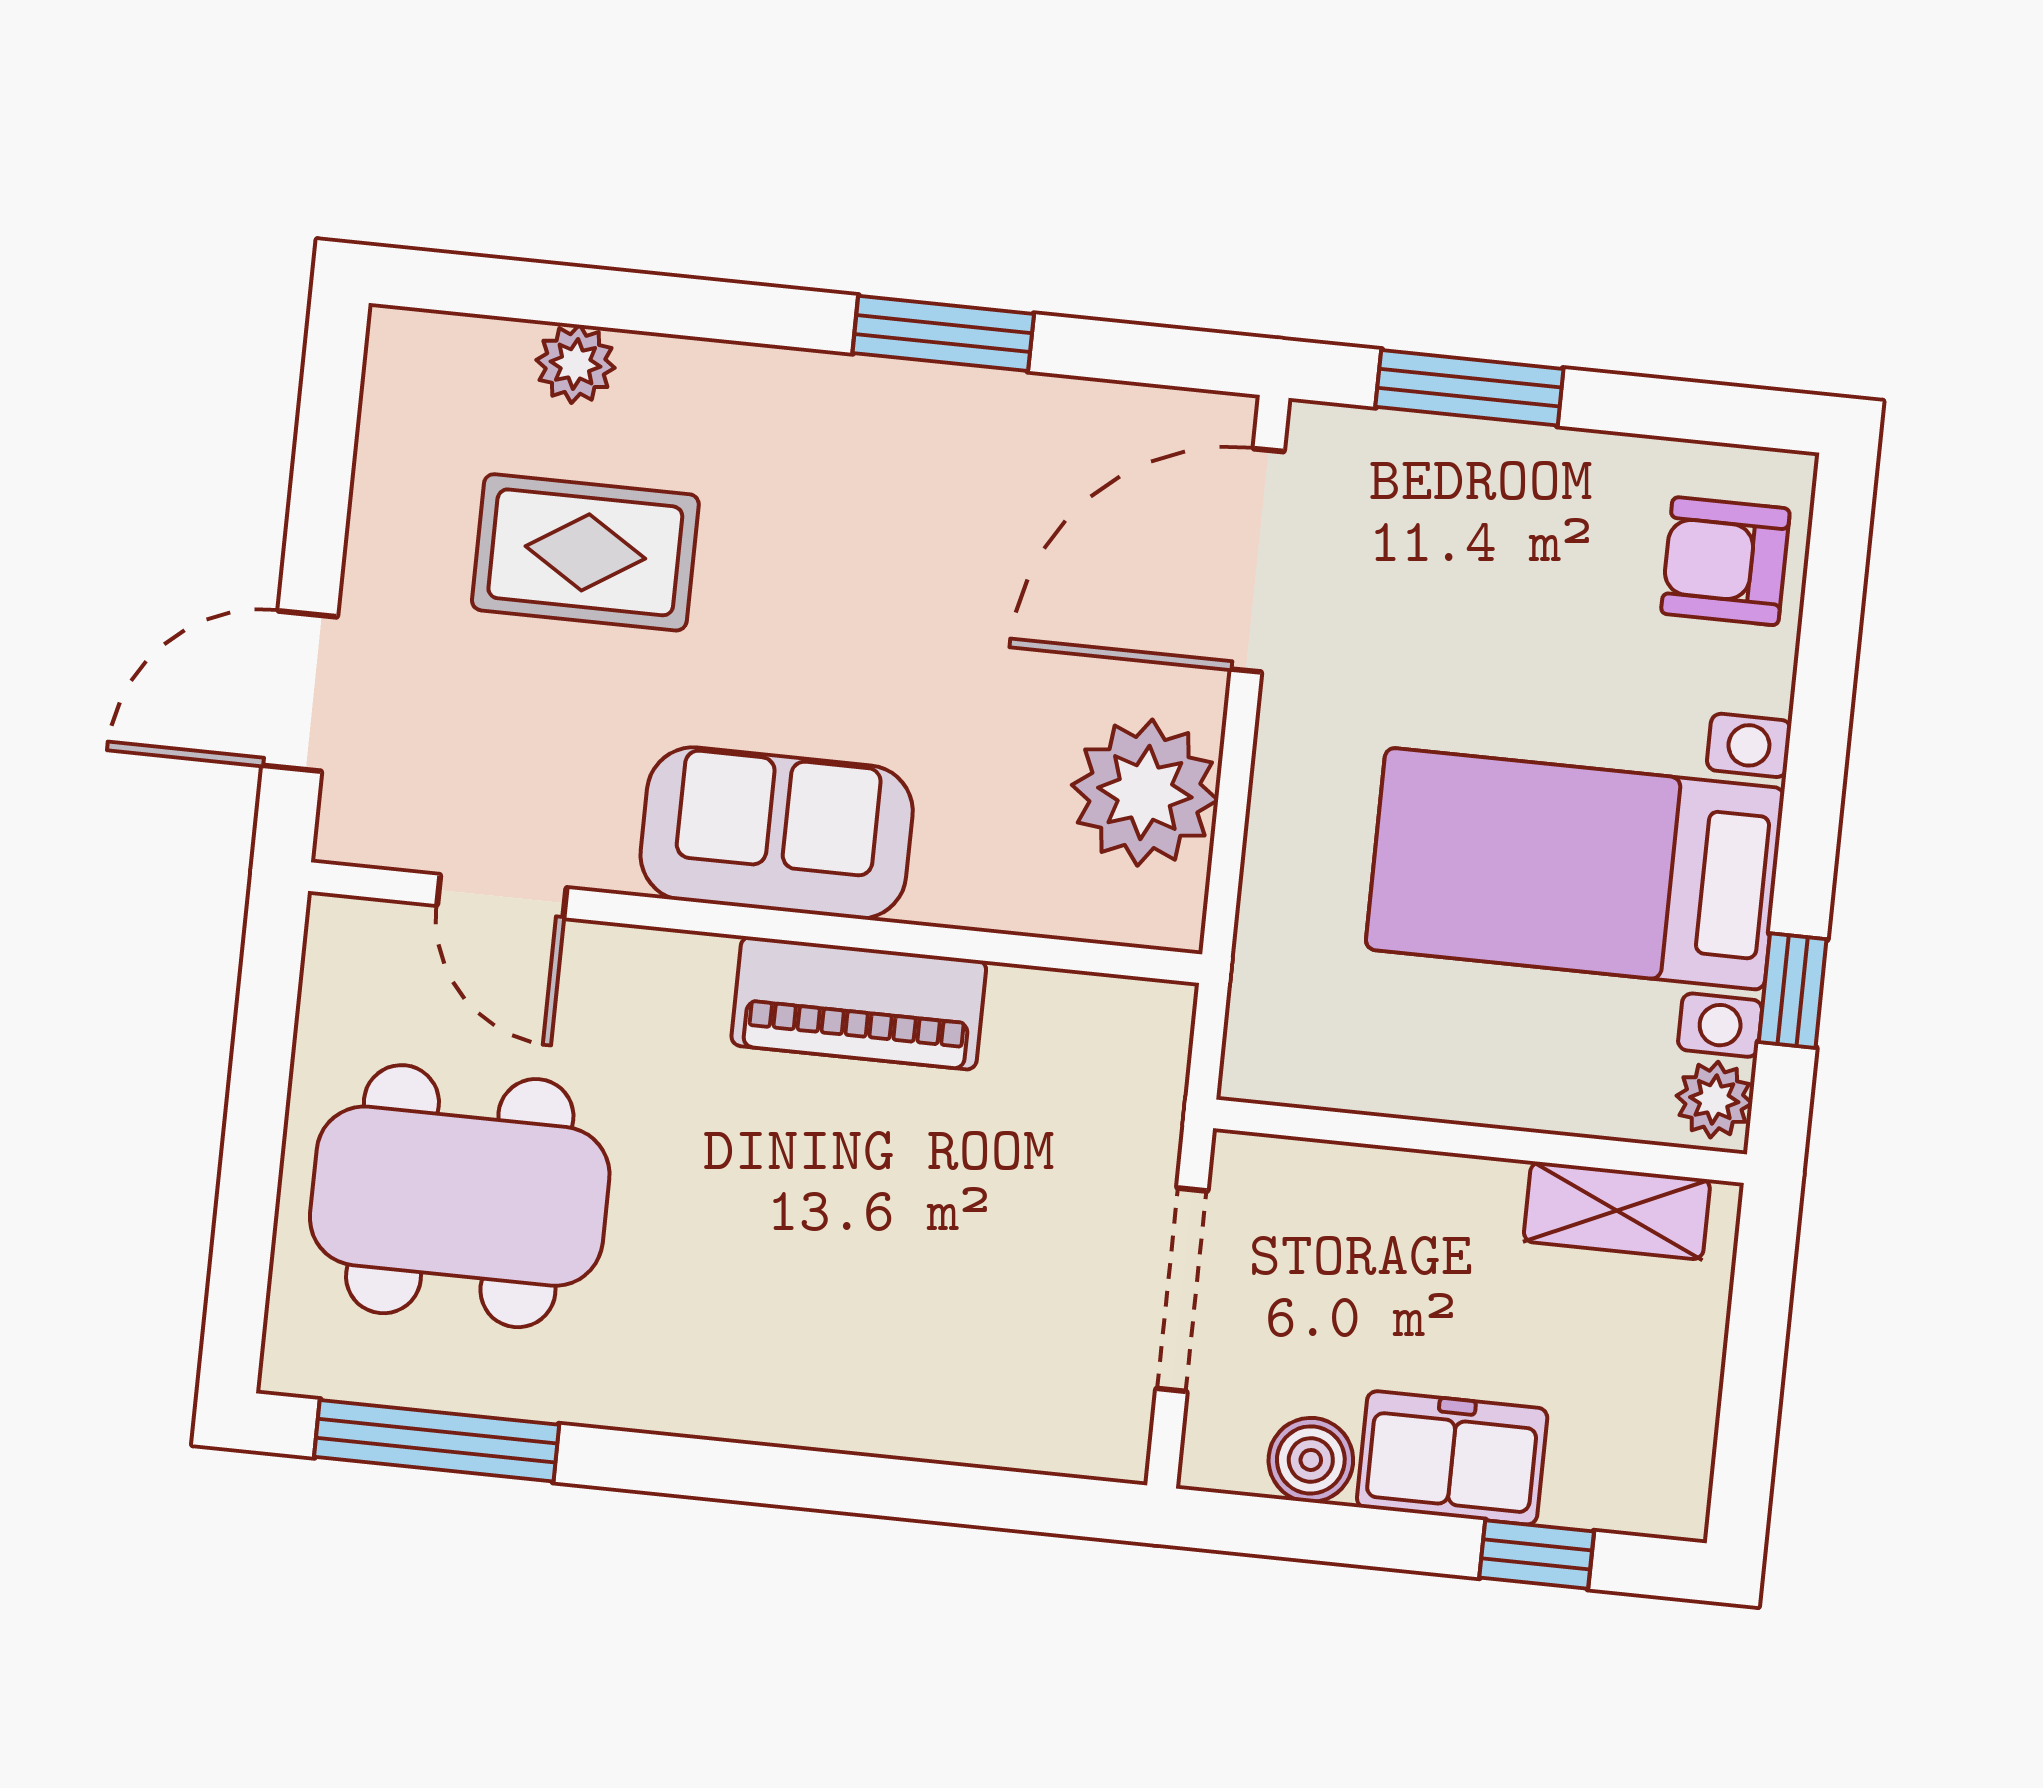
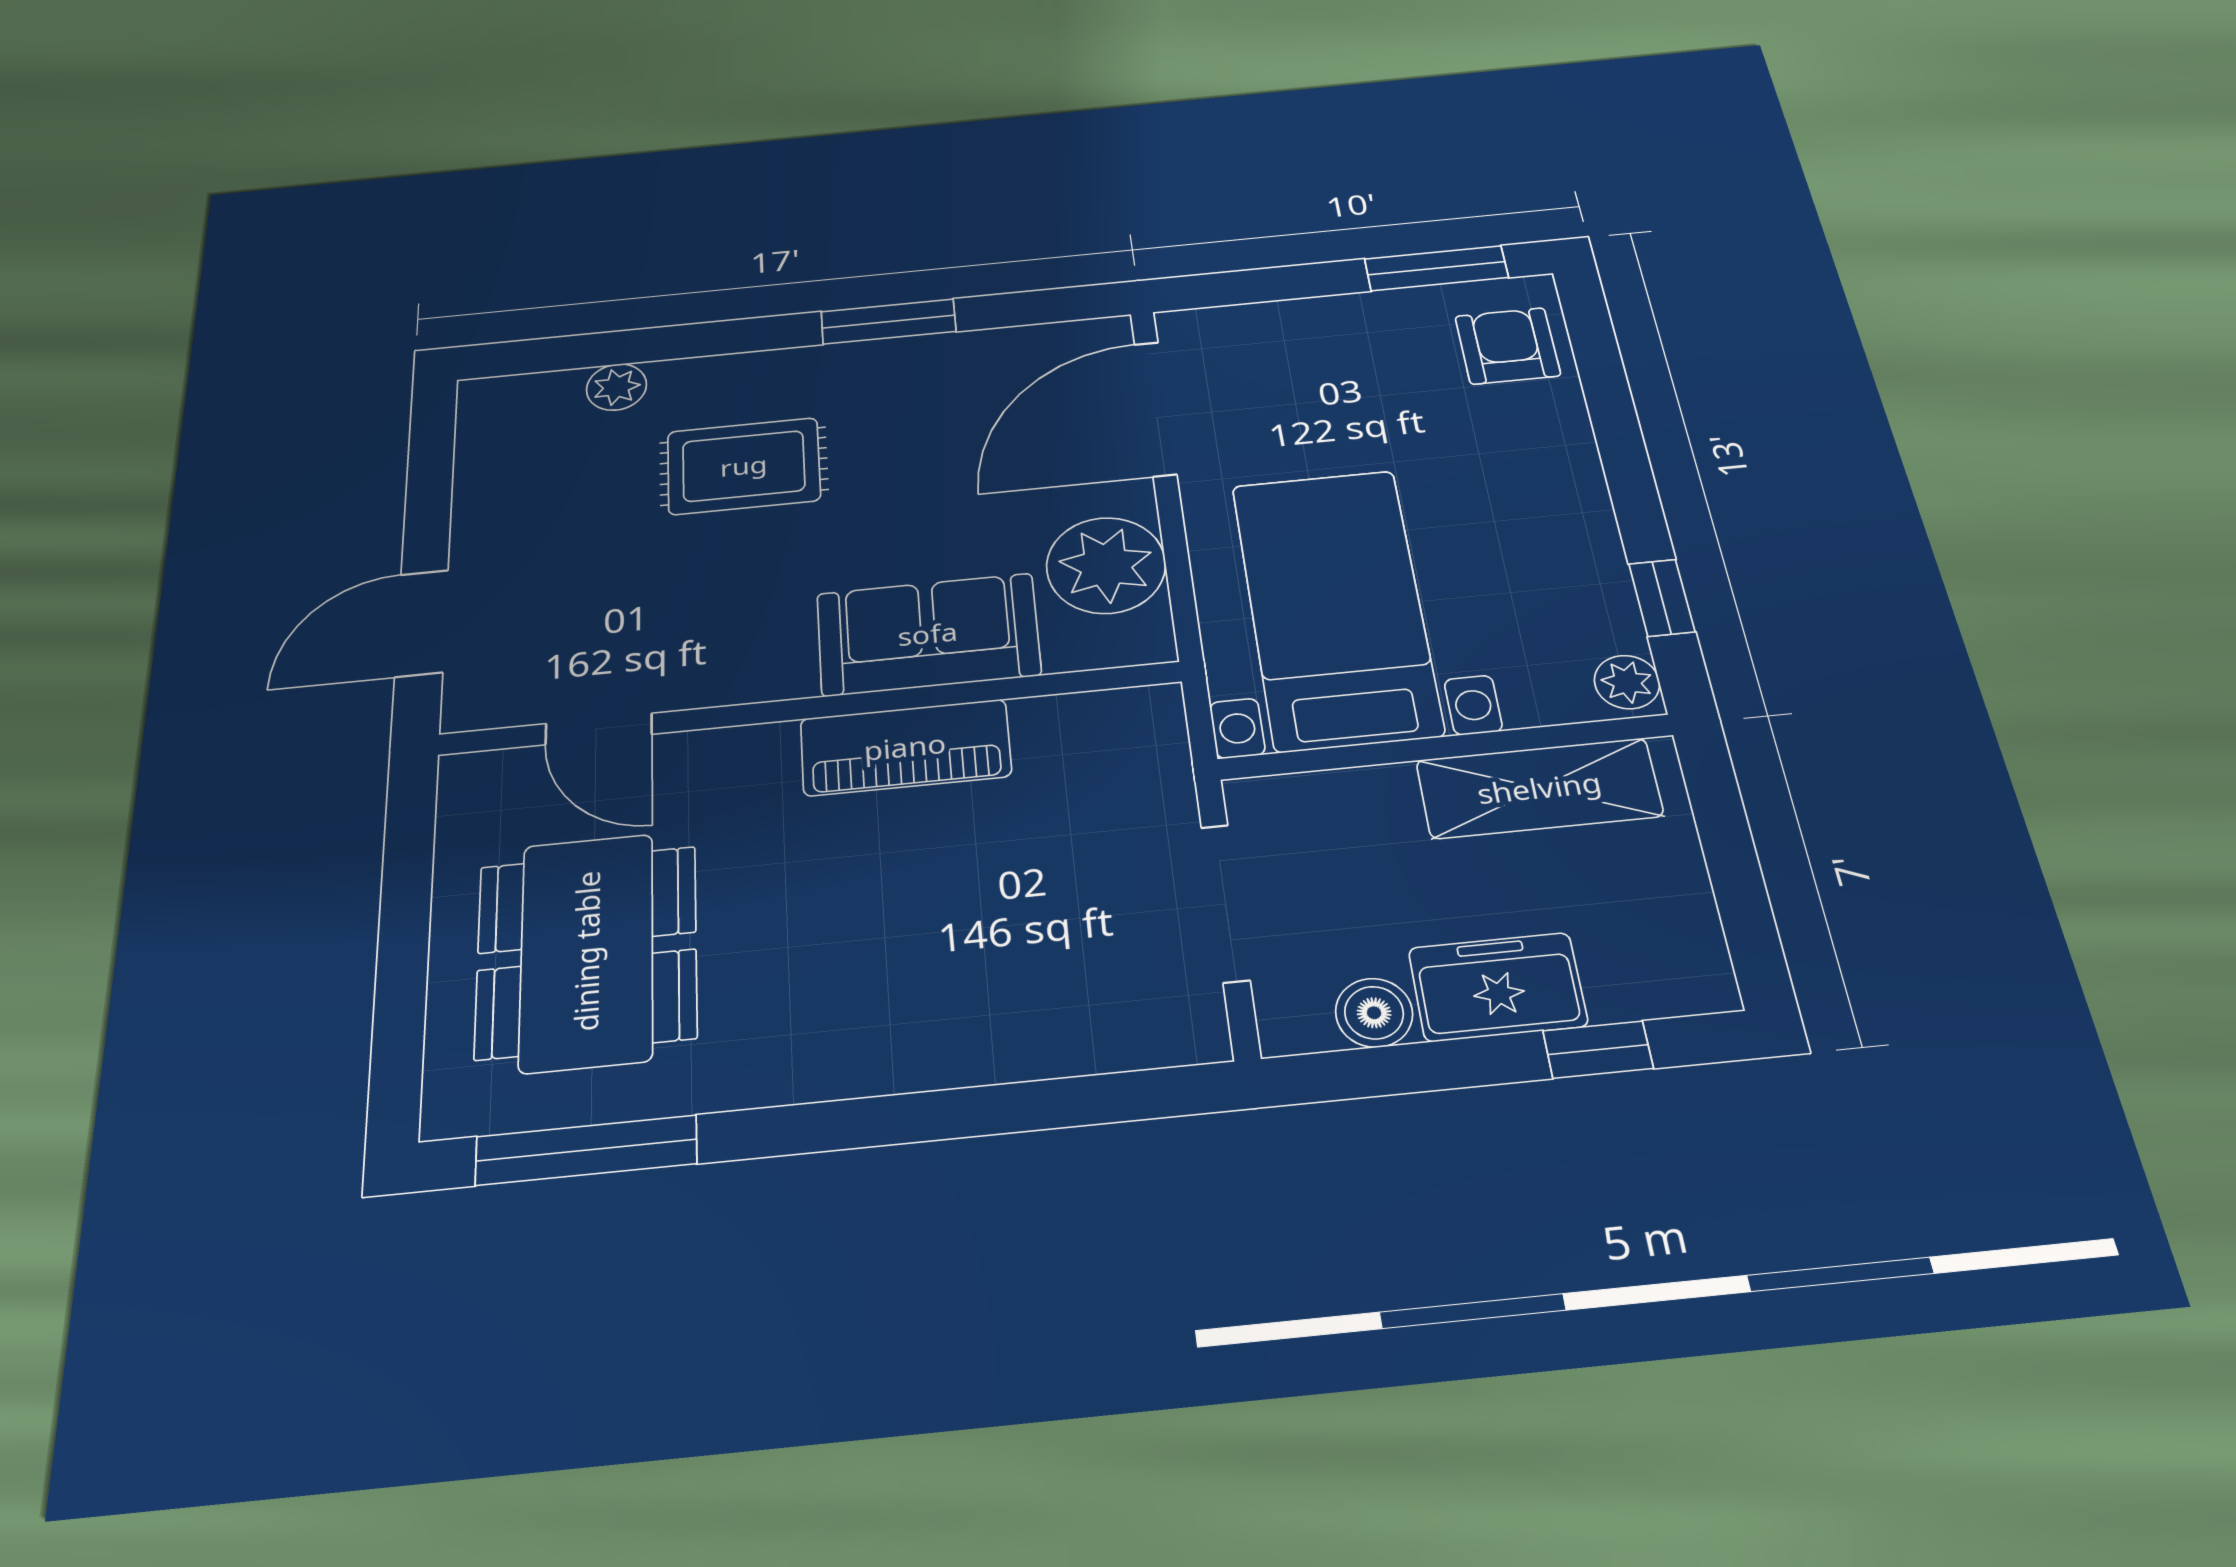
window: (1469, 388) -> (1436, 268), moved
rug: (585, 552) -> (744, 466), moved
armchair: (1725, 561) -> (1508, 346), turned 90
sofa: (777, 833) -> (928, 634), moved
bed with nightstands: (1575, 869) -> (1336, 607), moved, turned 90
dining table: (460, 1196) -> (587, 951), turned 90
shelving: (1617, 1211) -> (1539, 788), width x1.50, depth x1.33

